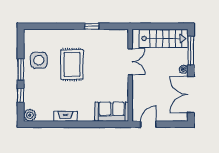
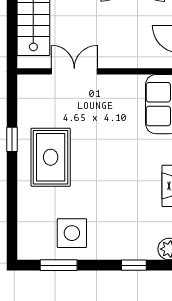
rug: (72, 64) -> (51, 157), moved, turned 90
window: (21, 69) -> (59, 265), moved

